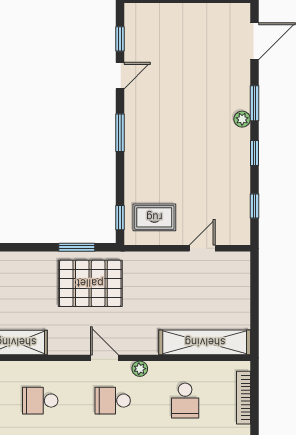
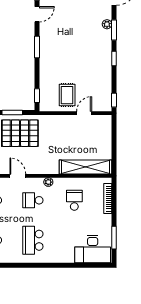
plant: (242, 119) -> (107, 24), moved
window: (254, 206) -> (114, 100), moved
rug: (154, 217) -> (67, 95), moved, turned 90
door: (104, 358) -> (18, 176), moved
school desk: (185, 401) -> (74, 200), turned 180

